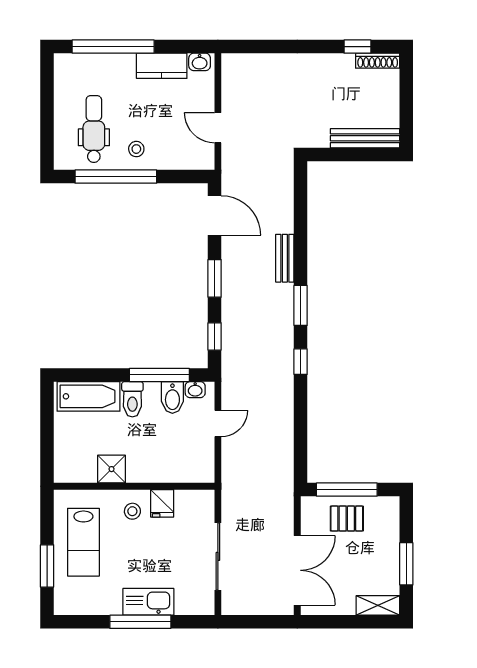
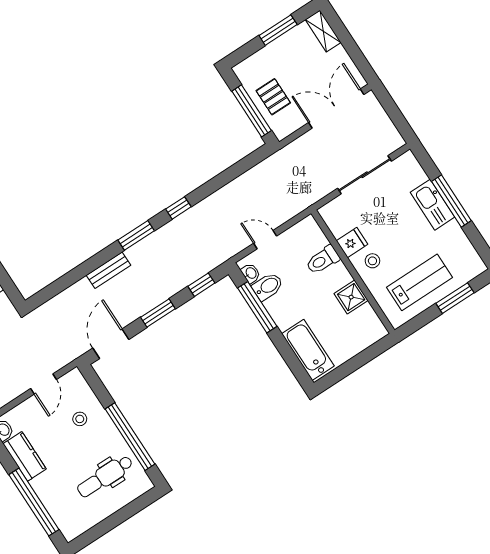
stool: (136, 149) -> (80, 419), moved
toilet: (132, 399) -> (323, 260), moved, turned 180

